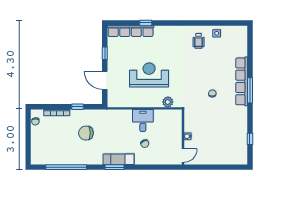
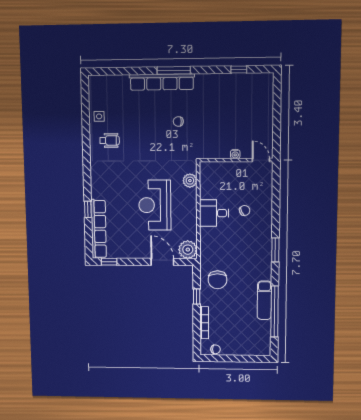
window: (105, 53) -> (109, 262), moved
door: (105, 80) -> (162, 262), swing flipped
plant: (115, 100) -> (188, 250), added
chair: (86, 133) -> (217, 280), moved
exam couch: (118, 159) -> (264, 300), moved

